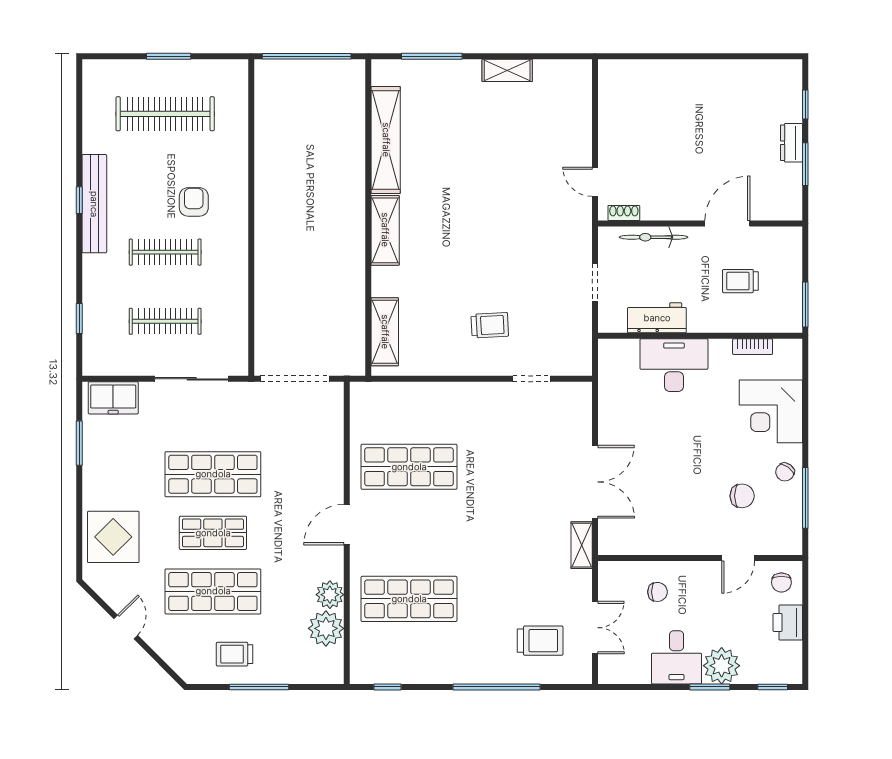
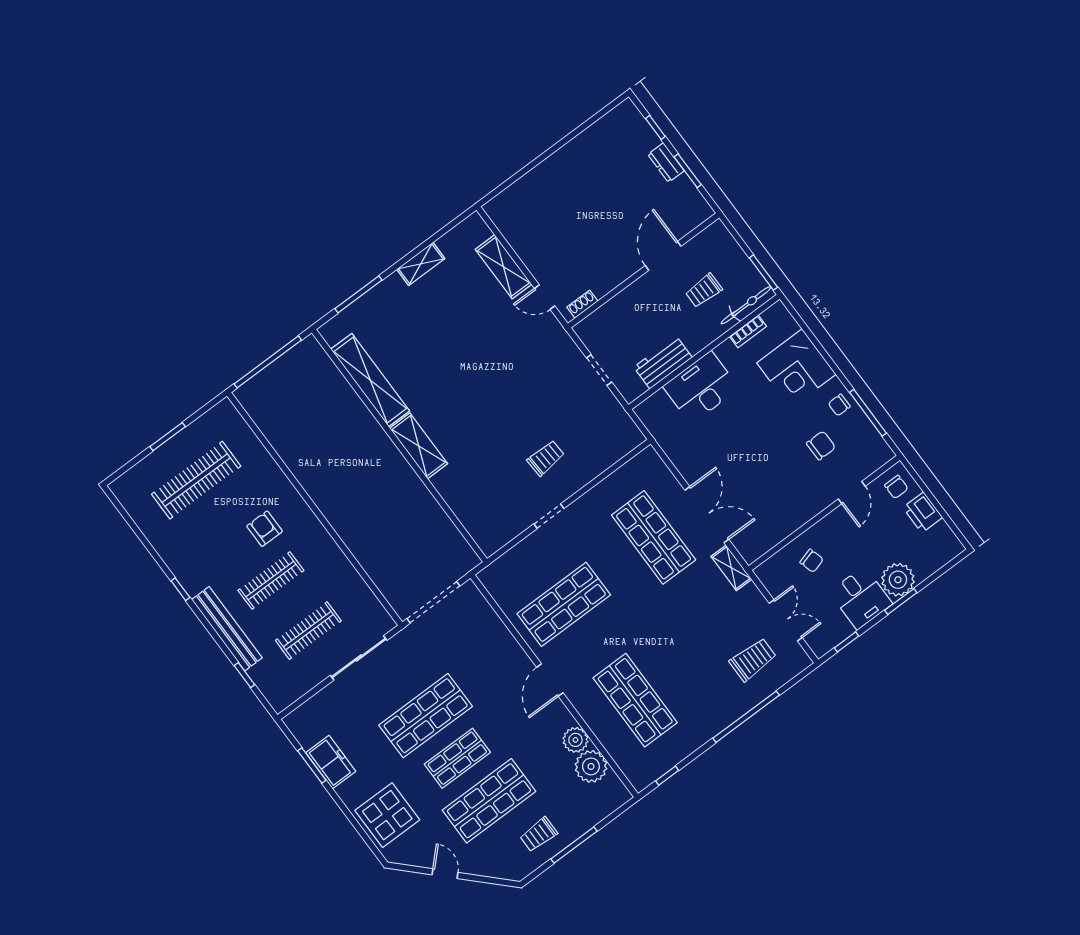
bench: (94, 204) -> (227, 629), moved
bicycle: (654, 237) -> (746, 305), moved, turned 180
shelving: (385, 332) -> (504, 267), moved
doorway: (531, 379) -> (549, 516), moved
freezer: (113, 398) -> (331, 762), moved, turned -90
shop shelf: (533, 467) -> (654, 537), added
chair: (785, 472) -> (839, 405), turned 53
chair: (658, 592) -> (812, 561), turned 74
shop shelf: (409, 599) -> (635, 700), turned 90
window: (773, 687) -> (846, 642), moved

